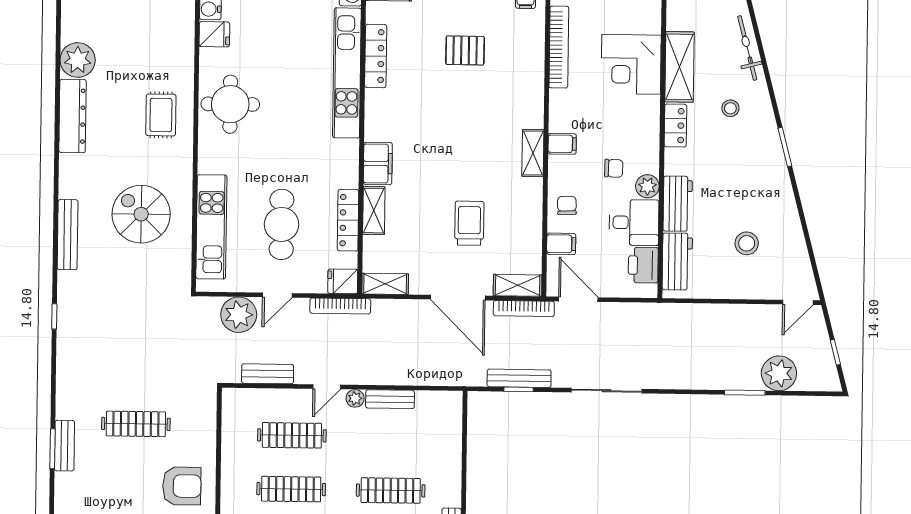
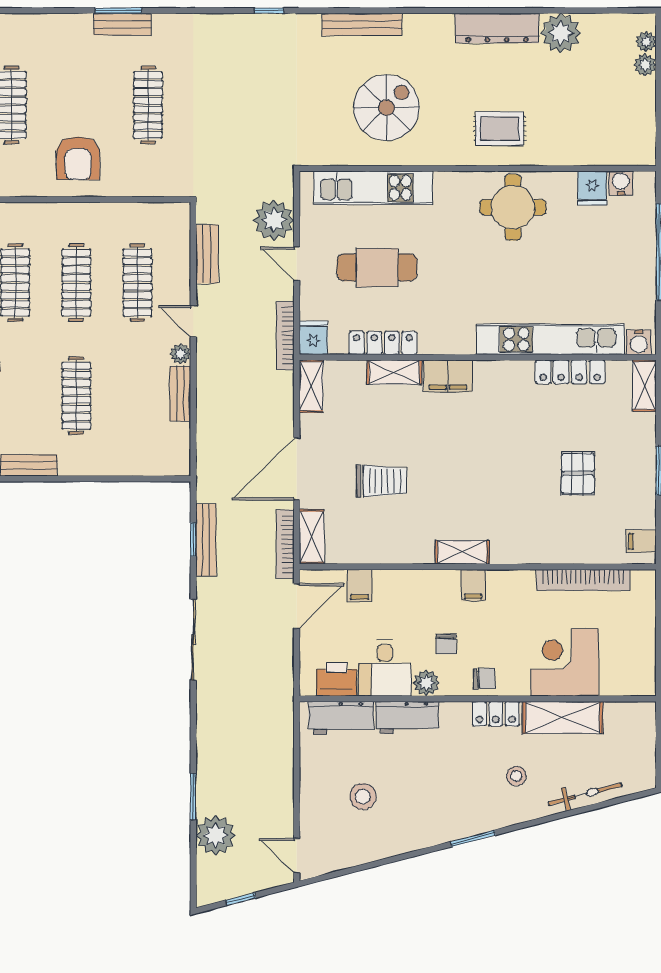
chair: (567, 205) -> (484, 679), moved

